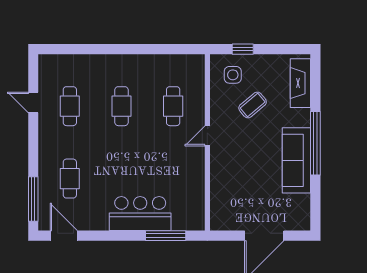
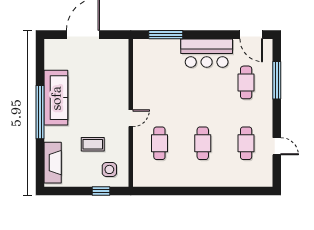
coffee table: (253, 105) -> (93, 144), turned 40
window: (33, 199) -> (277, 80), moved
bar counter: (140, 214) -> (207, 53), moved

